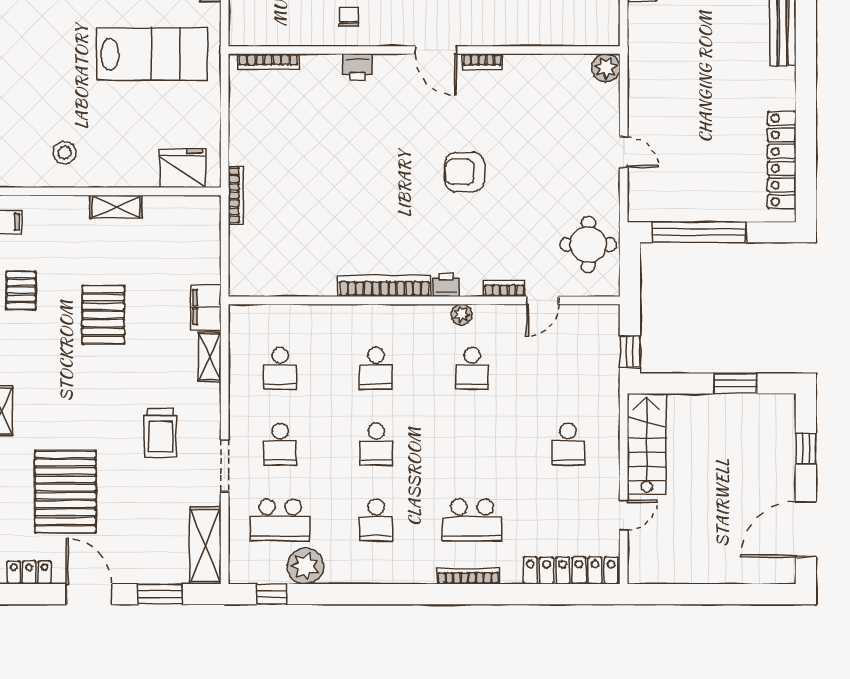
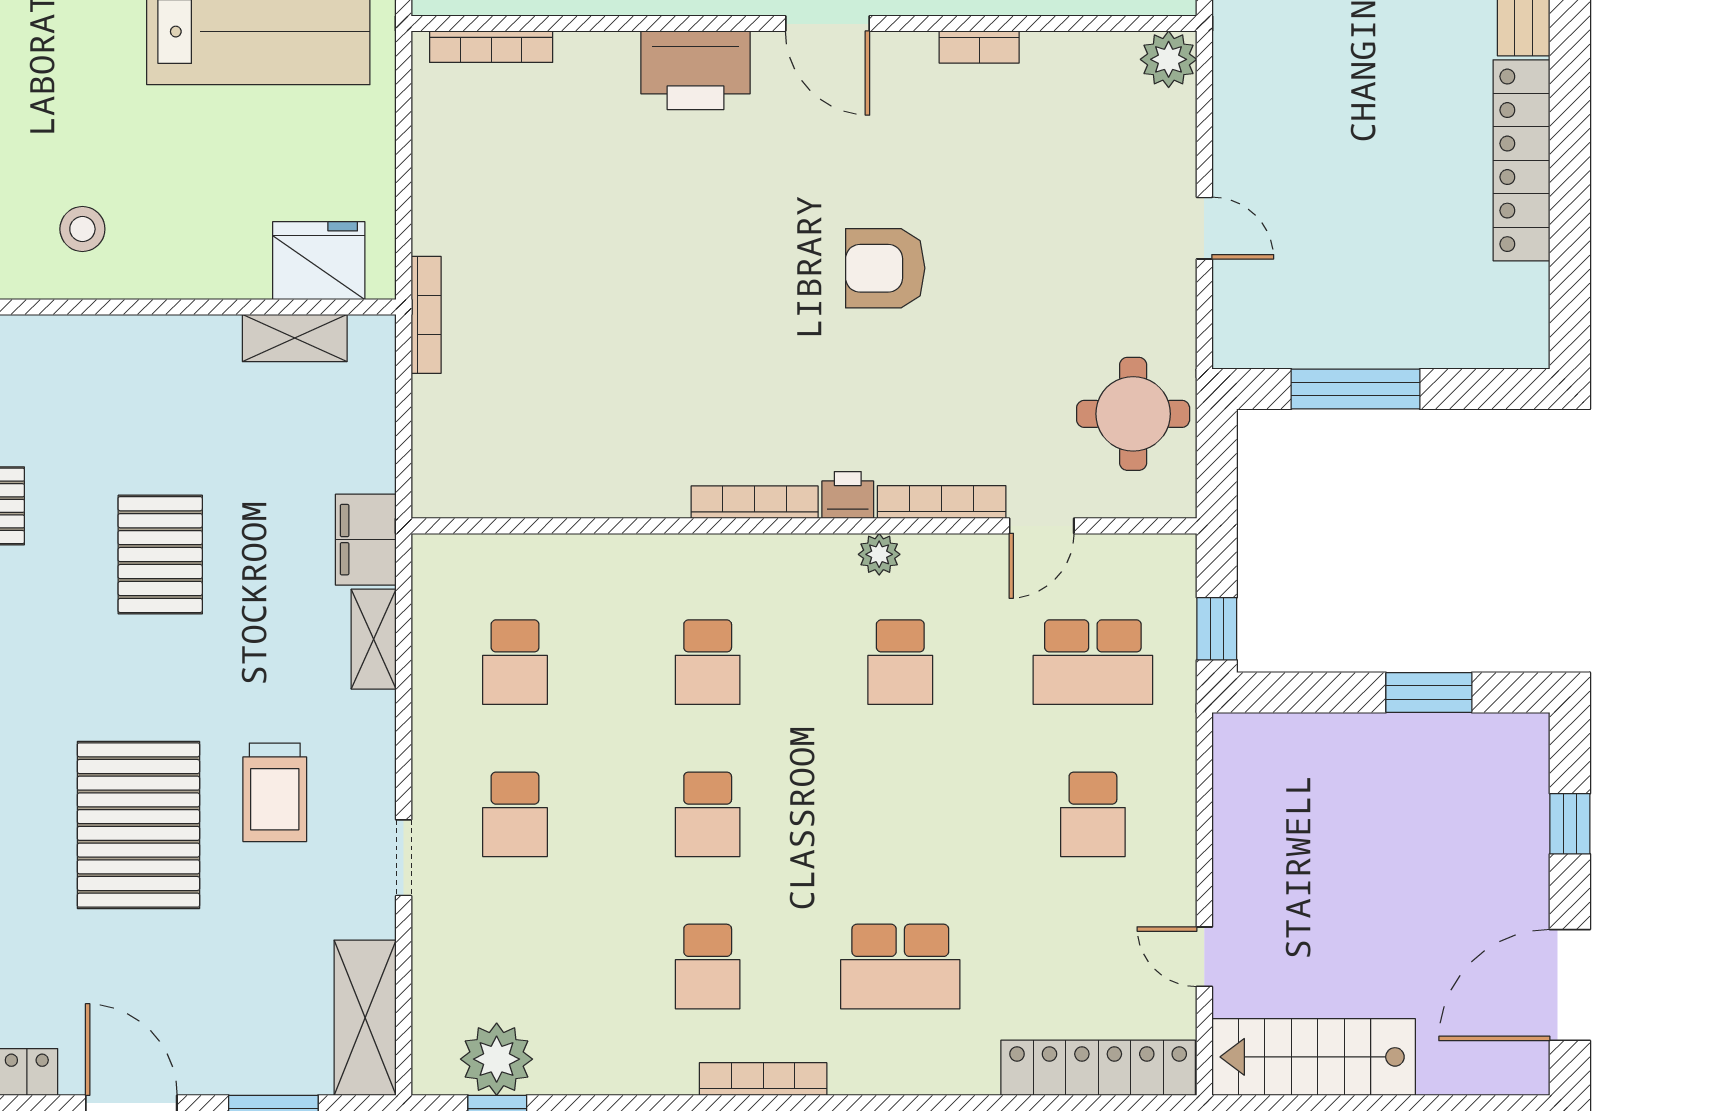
bookcase: (482, 62) -> (979, 47), moved
printer: (357, 67) -> (696, 70), width x1.87, depth x1.48
locker: (782, 160) -> (1522, 160), moved
shelving: (116, 207) -> (295, 338), moved
window: (699, 232) -> (1356, 389), width x0.68
bookcase: (384, 286) -> (755, 502), width x0.68, depth x0.76
bookcase: (504, 288) -> (942, 502), width x1.56
stairs: (647, 444) -> (1314, 1057), moved, turned -90
doorway: (225, 466) -> (404, 858), width x0.73
pallet: (65, 492) -> (138, 825), moved
door: (624, 515) -> (1204, 957), swing flipped
school desk: (280, 520) -> (1093, 662), moved
plant: (305, 566) -> (497, 1059), moved
bookcase: (468, 576) -> (763, 1079), moved

